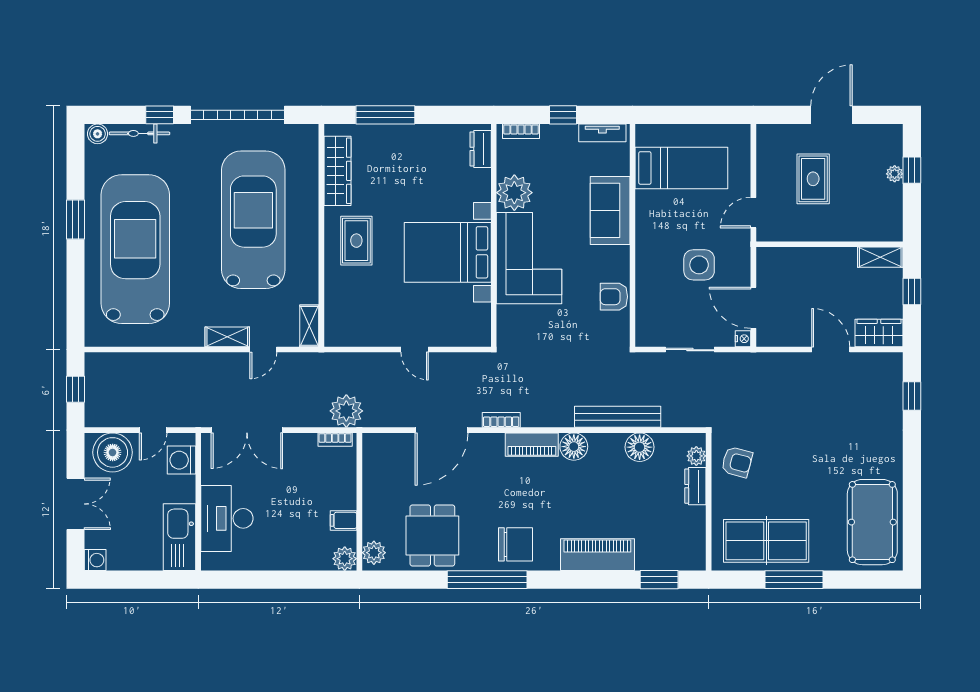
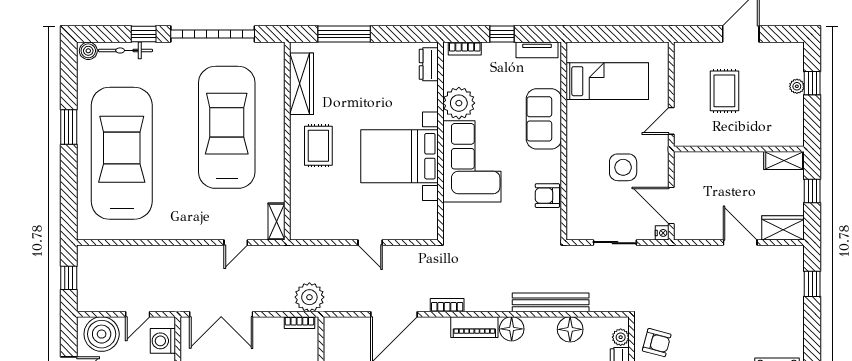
shelving: (227, 337) -> (204, 231), removed

